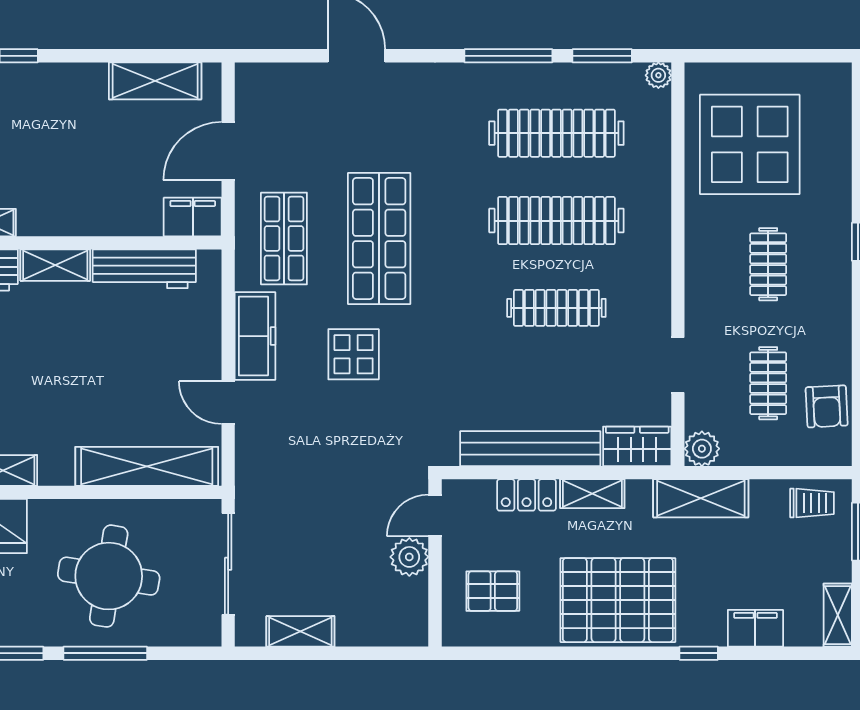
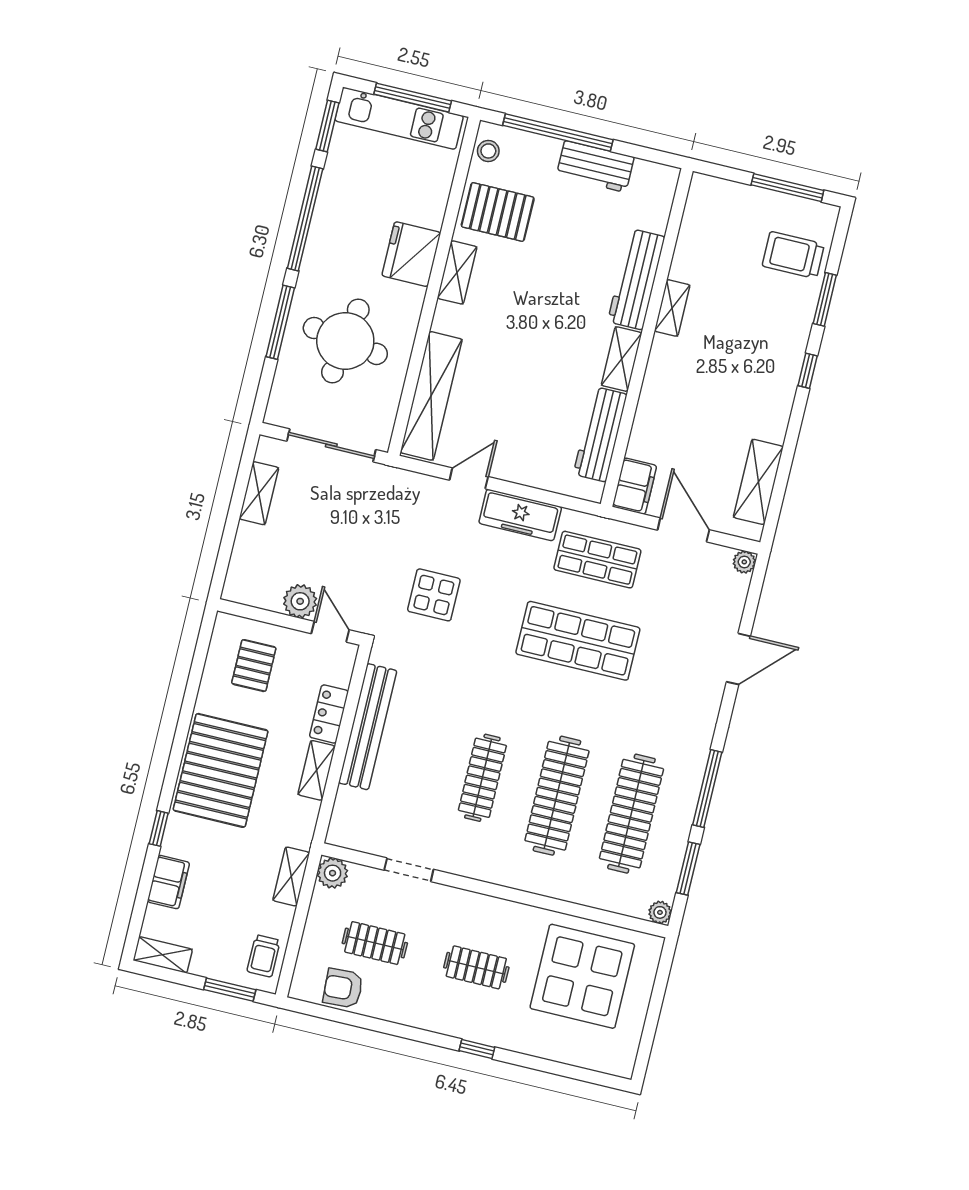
plant: (247, 75) -> (744, 562), added
display table: (354, 354) -> (434, 595), moved
wardrobe: (637, 446) -> (348, 818), removed
shelving: (701, 498) -> (291, 877), width x0.67, depth x0.75

